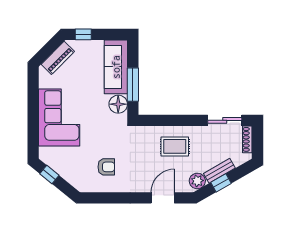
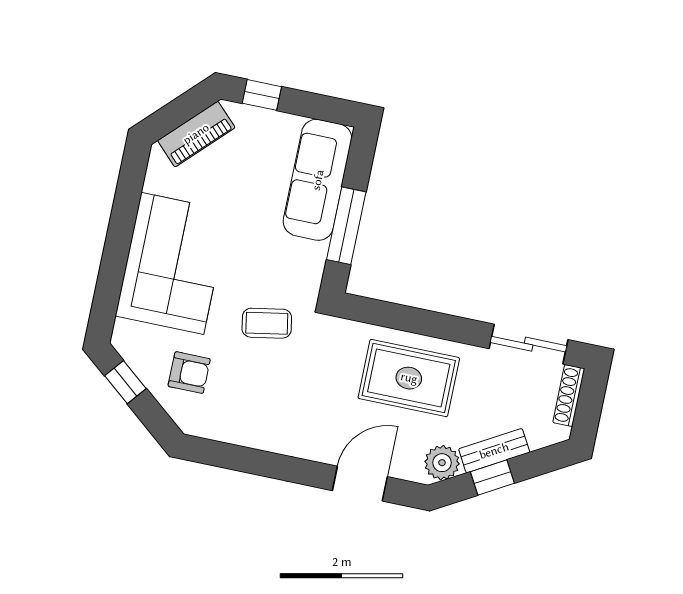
floor lamp: (118, 104) -> (306, 261), removed
coffee table: (107, 135) -> (267, 323), added
rug: (175, 146) -> (409, 378), width x1.36, depth x1.43
armchair: (106, 167) -> (189, 373), moved

